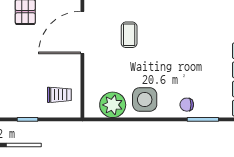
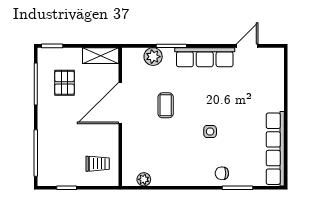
side table: (145, 100) -> (210, 132), moved, width x0.54, depth x0.54
plant: (113, 105) -> (144, 179), width x0.53, depth x0.53

